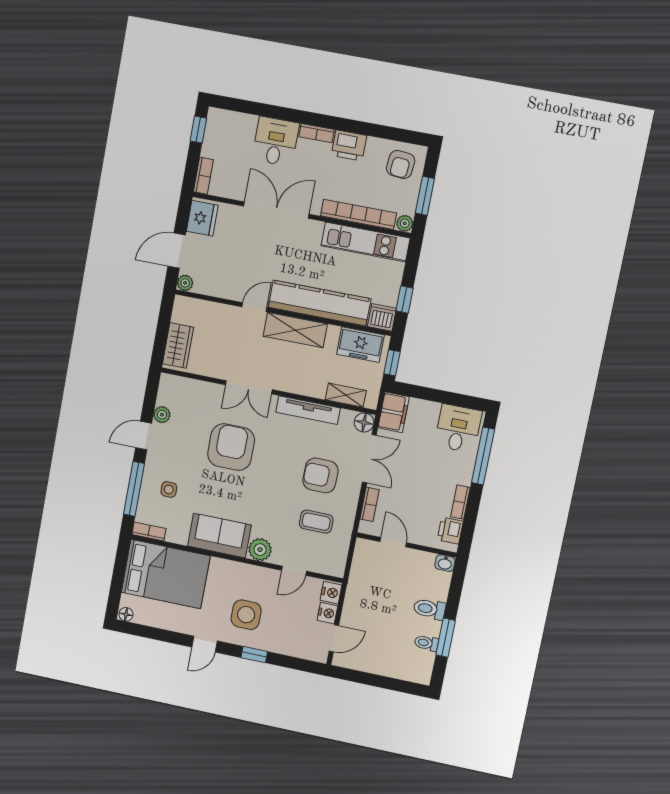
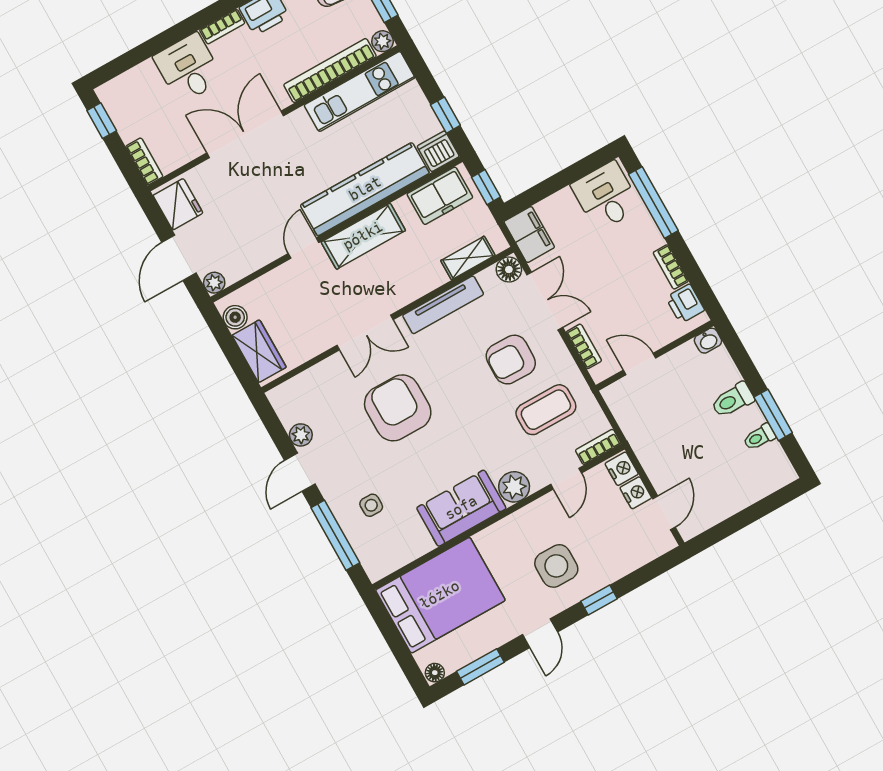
boiler: (181, 314) -> (235, 317), added
coffee table: (316, 522) -> (546, 410), width x1.36, depth x1.30
bookcase: (149, 531) -> (598, 447), moved
window: (155, 633) -> (480, 667), added

